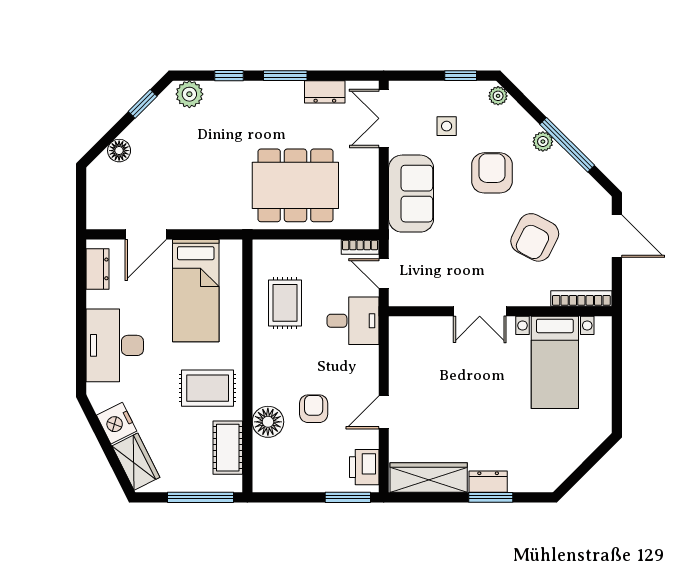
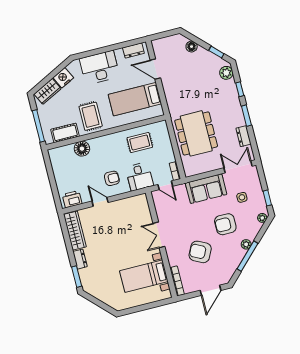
armchair: (492, 173) -> (225, 224), turned 180
door: (384, 274) -> (165, 185), swing flipped
armchair: (314, 409) -> (112, 178), moved
window: (348, 497) -> (56, 195), removed
window: (491, 497) -> (77, 277), moved

